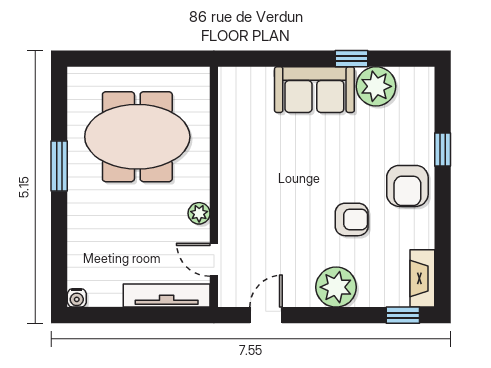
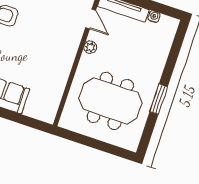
water cooler: (77, 298) -> (154, 17), moved

